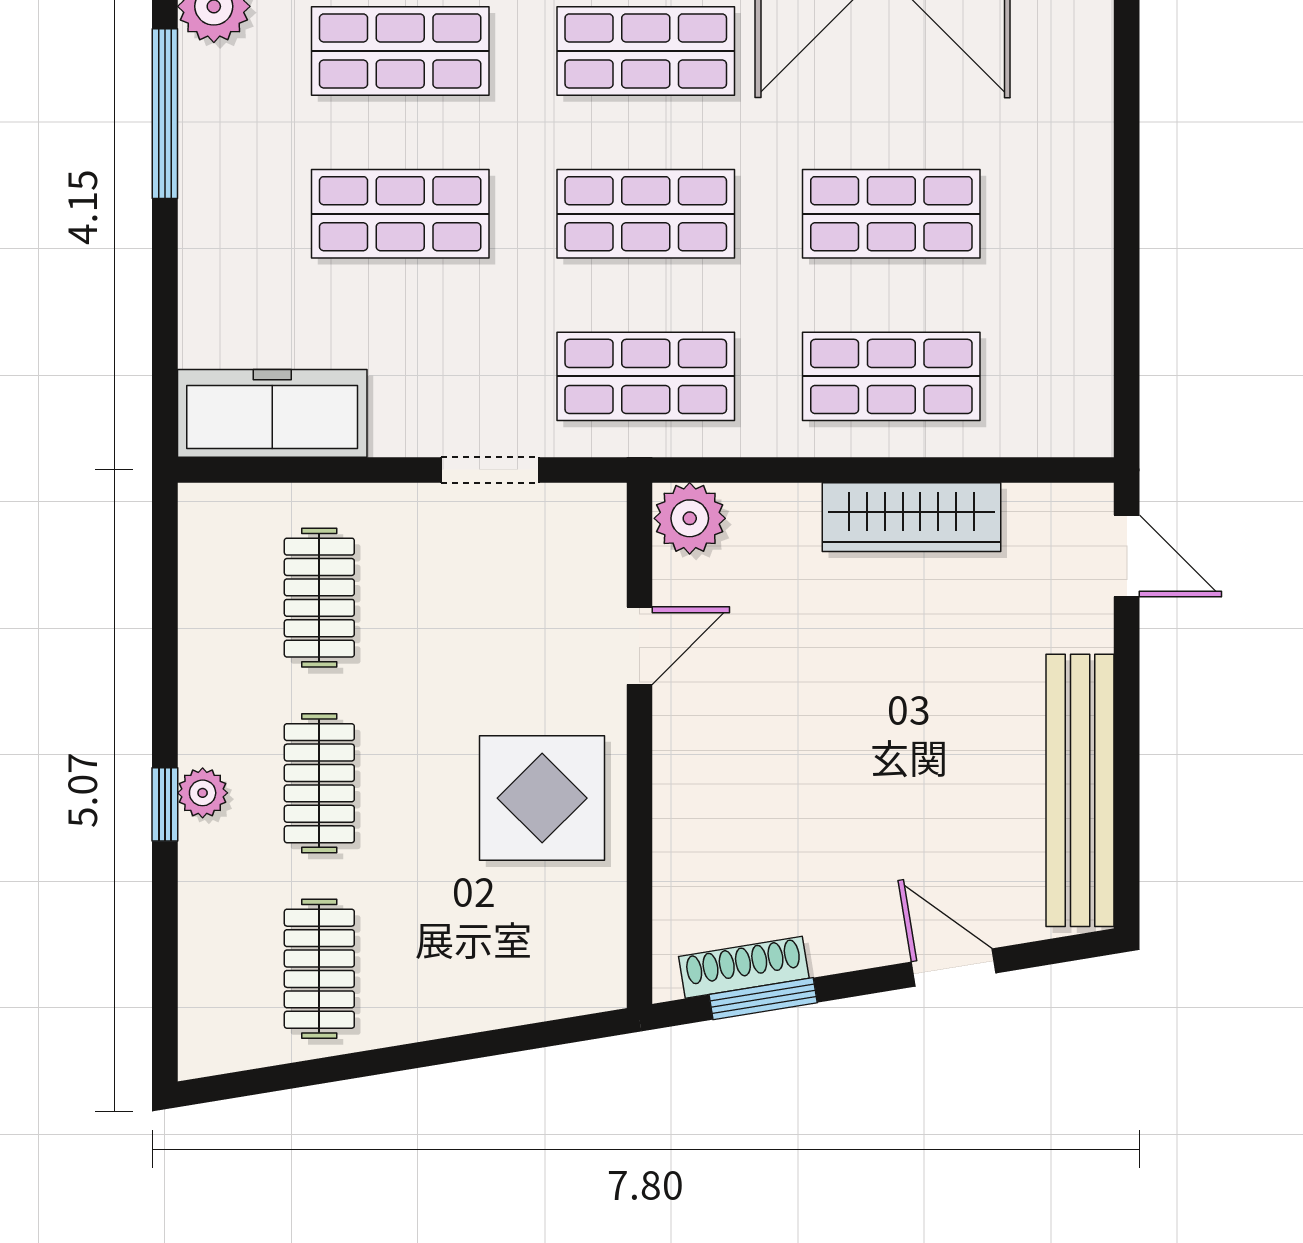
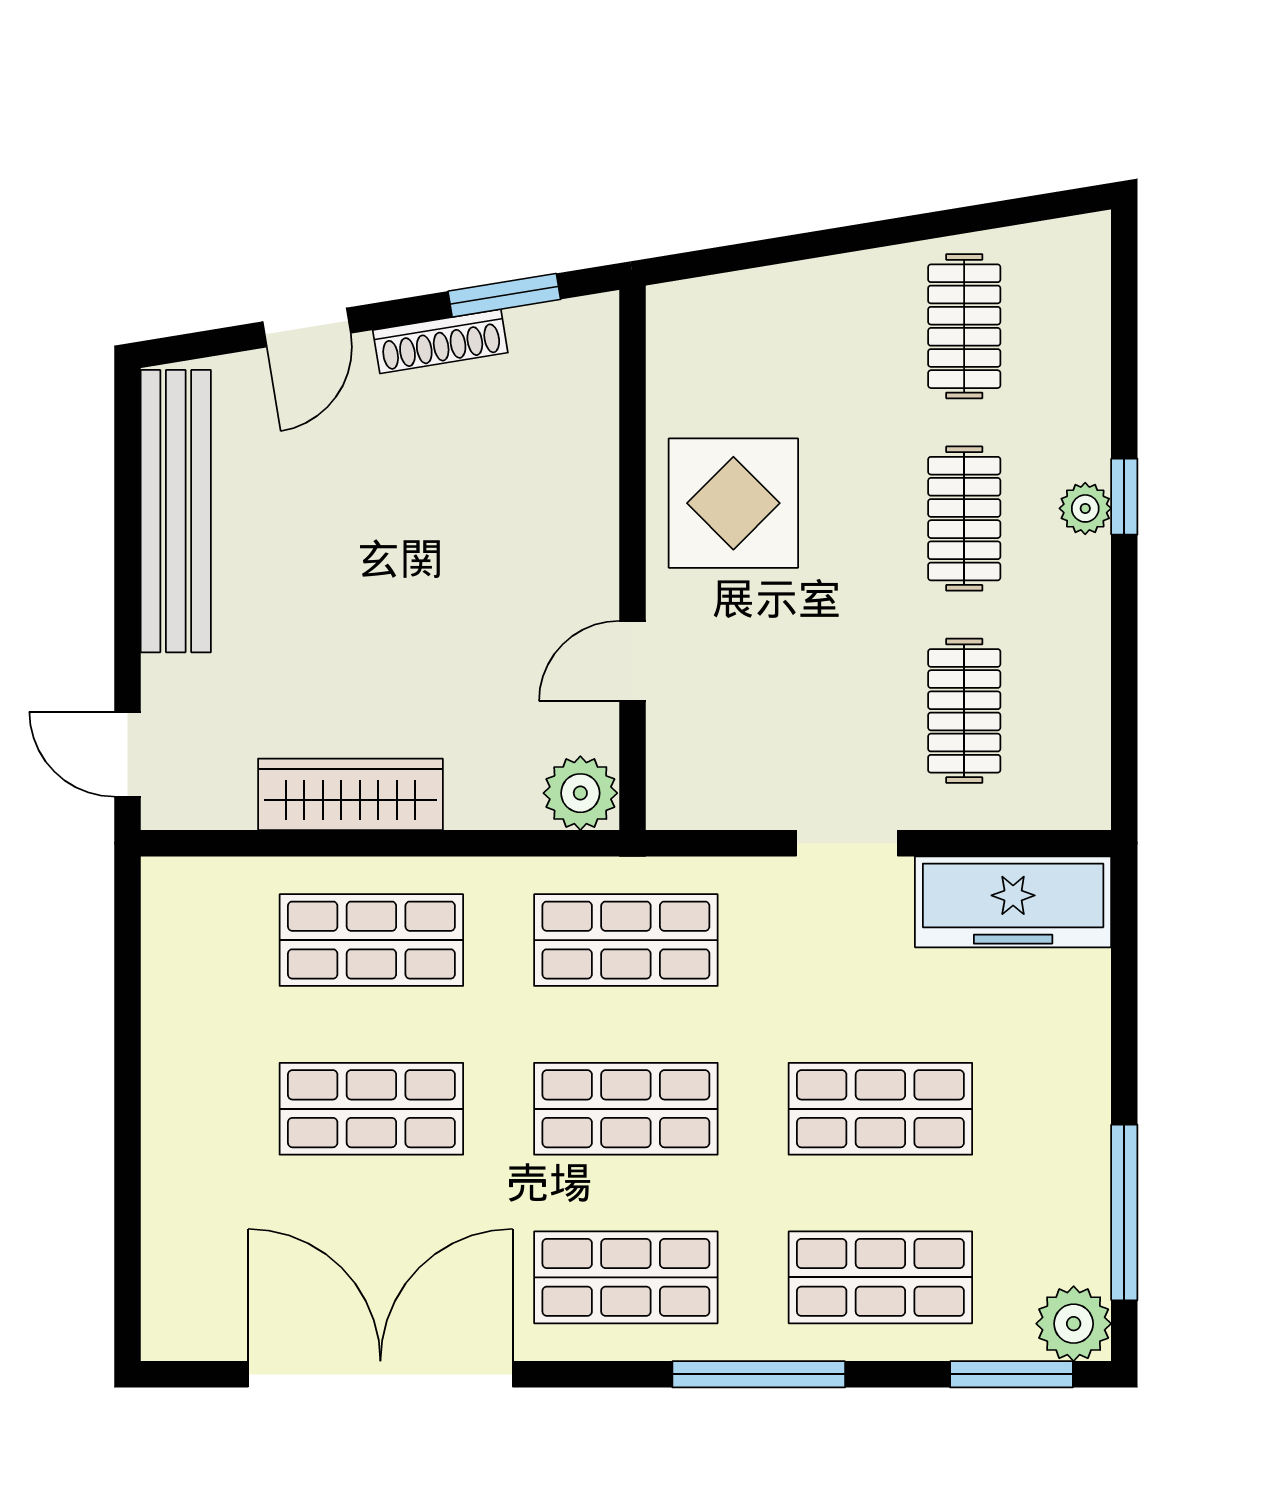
doorway: (490, 470) -> (847, 843), moved
shoe rack: (744, 967) -> (440, 341), moved
door: (954, 967) -> (307, 328), hinge flipped

